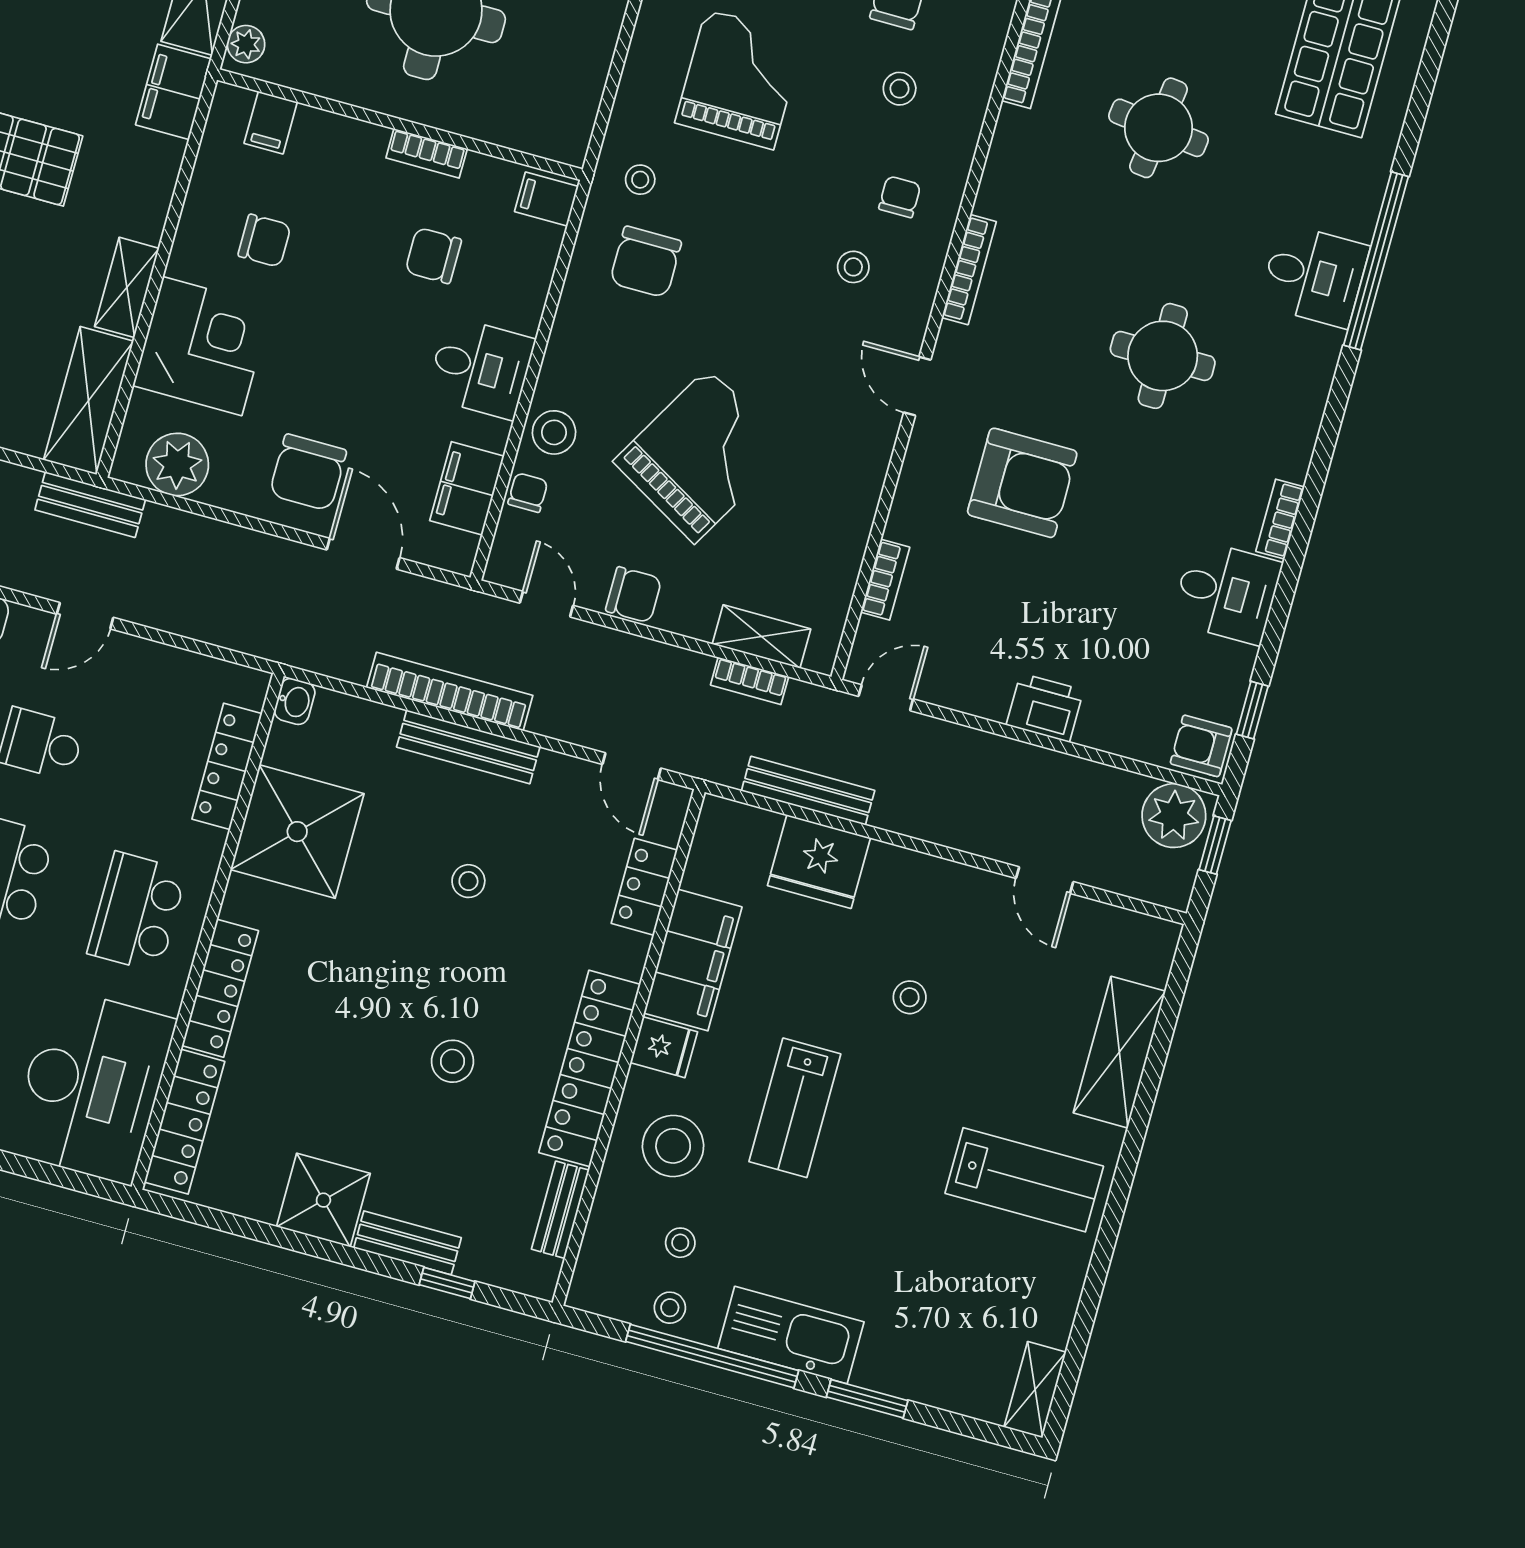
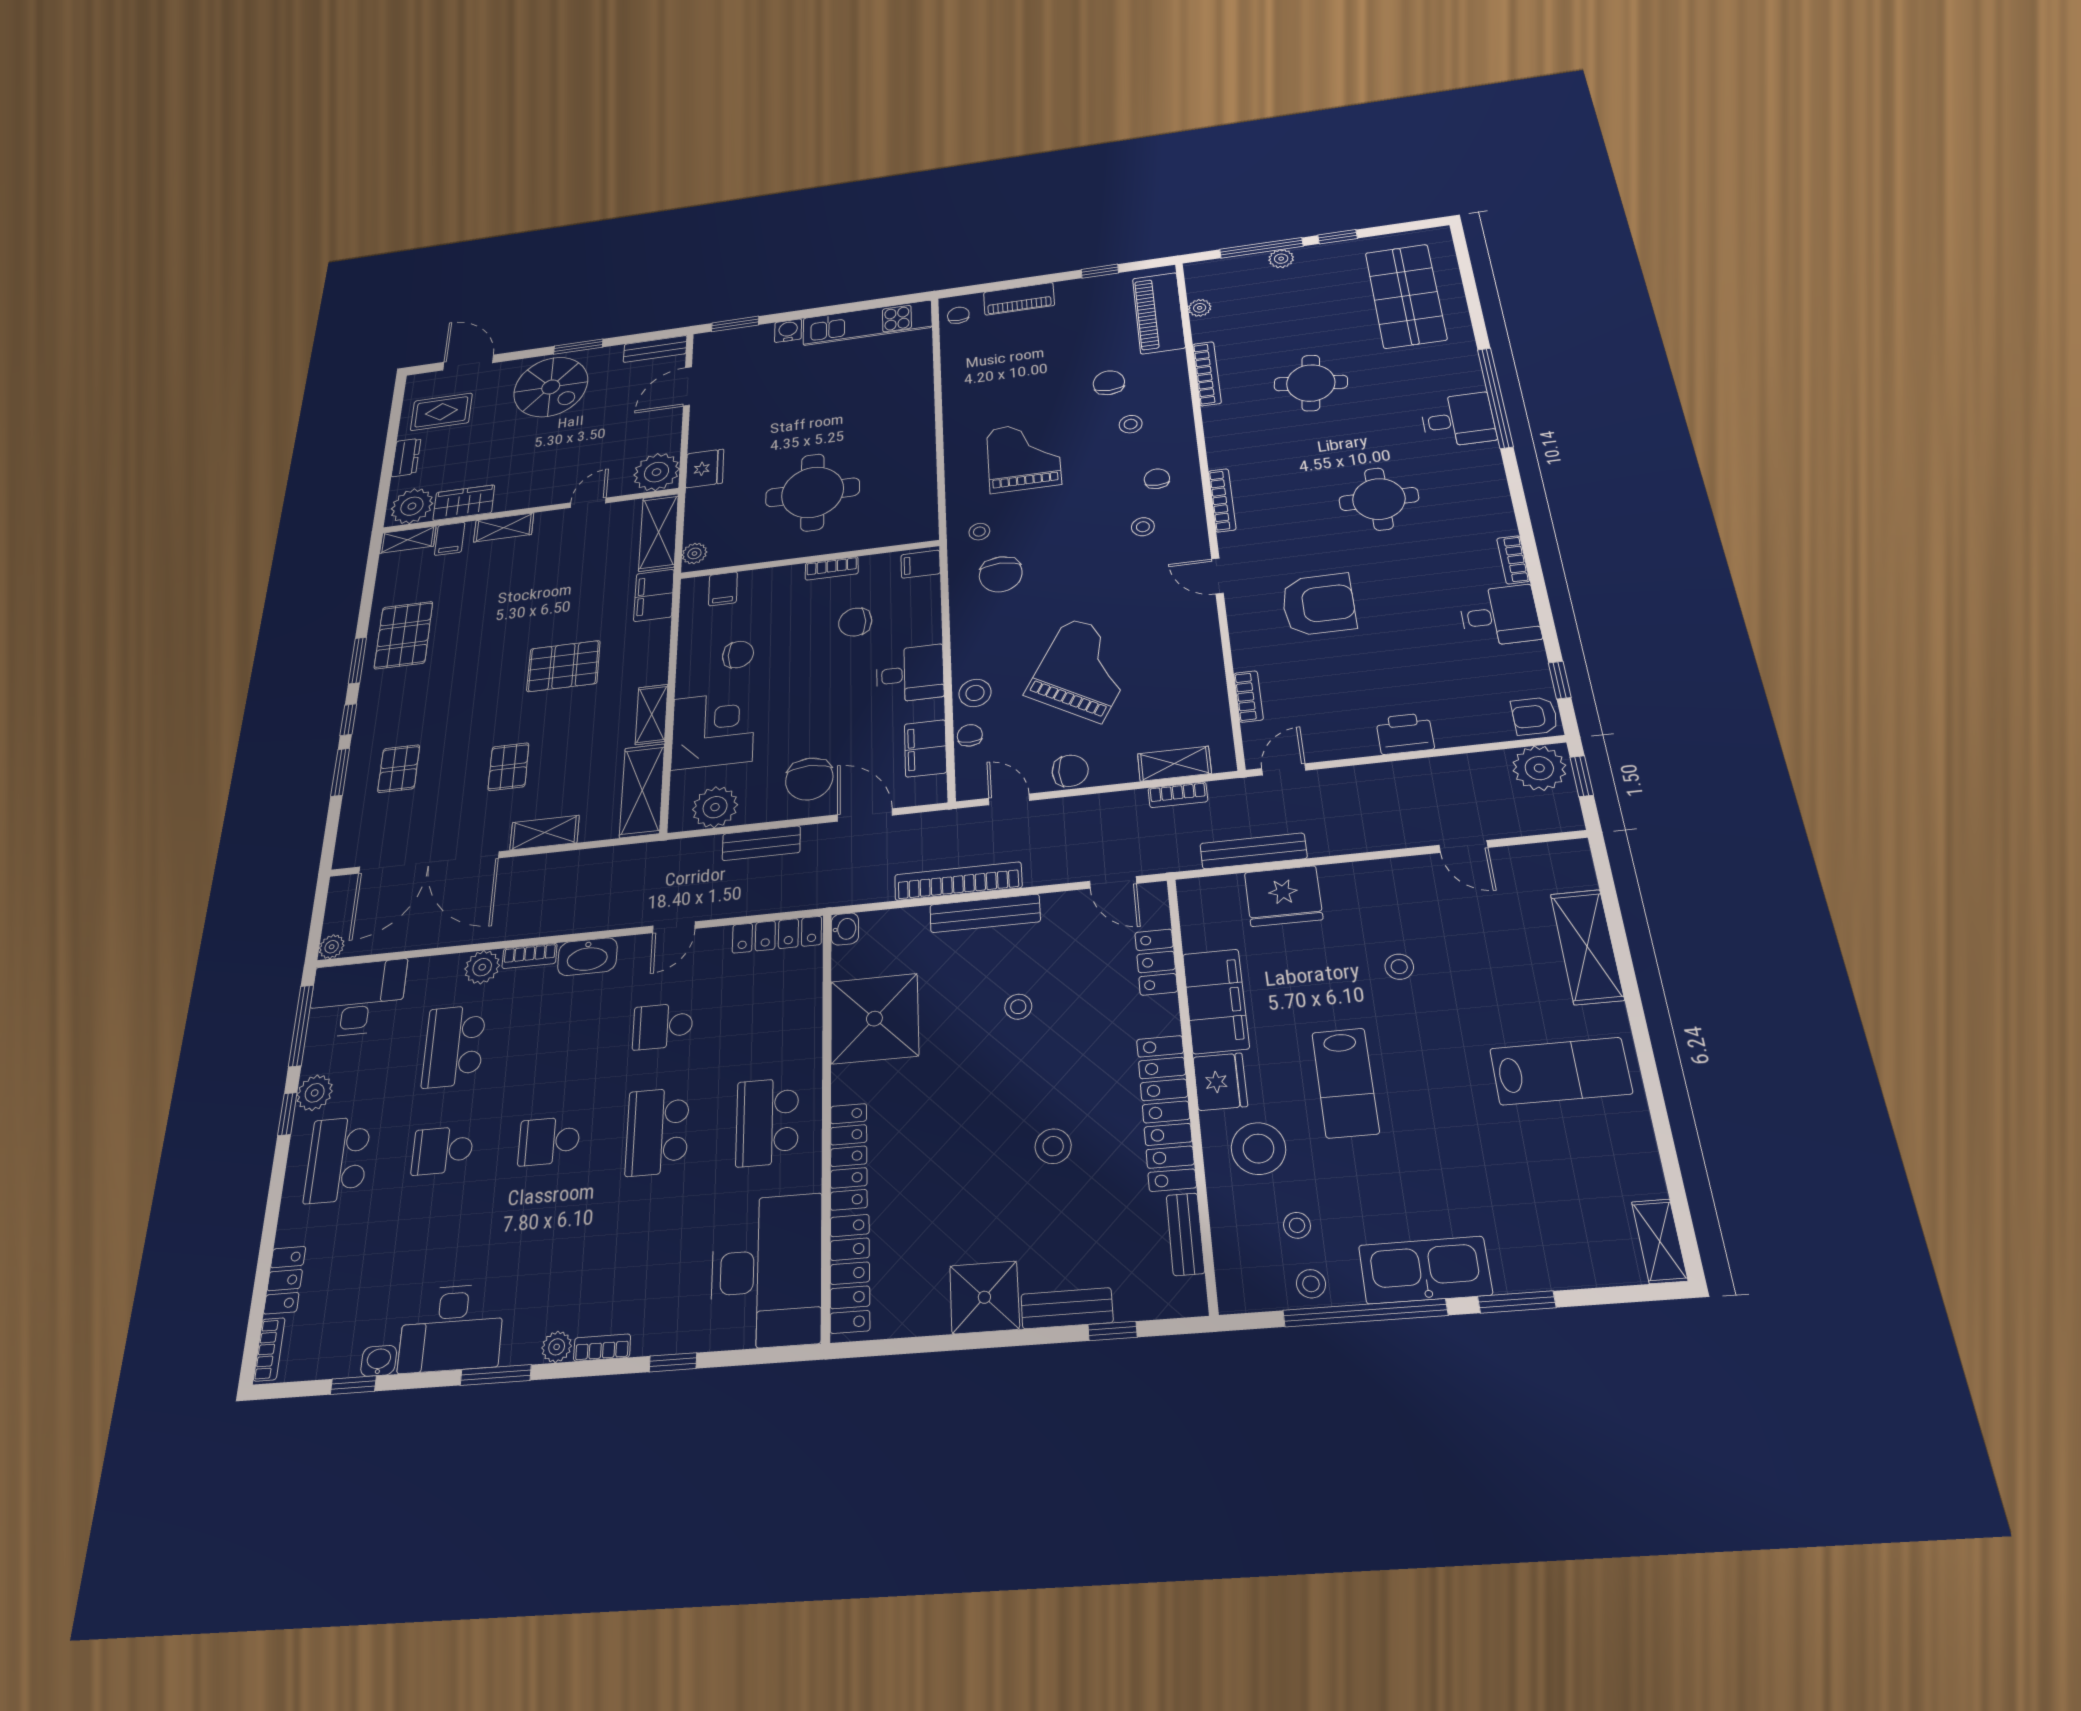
bench: (90, 505) -> (761, 843), moved
locker: (227, 766) -> (777, 935), moved, turned -90
fridge: (664, 1047) -> (1220, 1082), width x1.38

